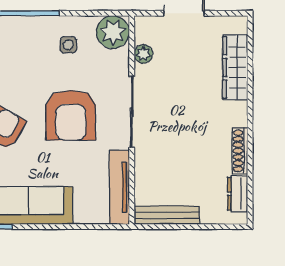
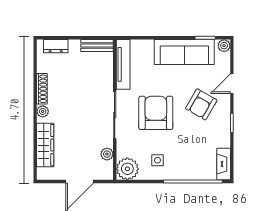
plant: (239, 117) -> (43, 111), added
dresser: (238, 194) -> (56, 46), moved, turned 90
bench: (167, 215) -> (97, 45), width x0.73

